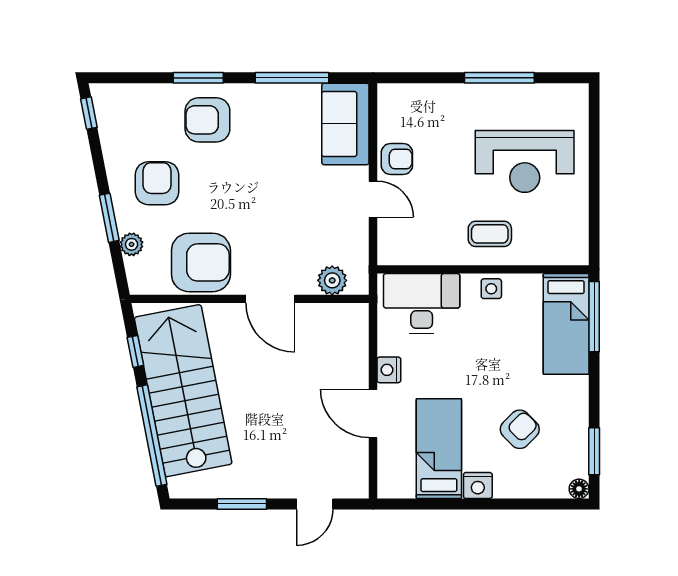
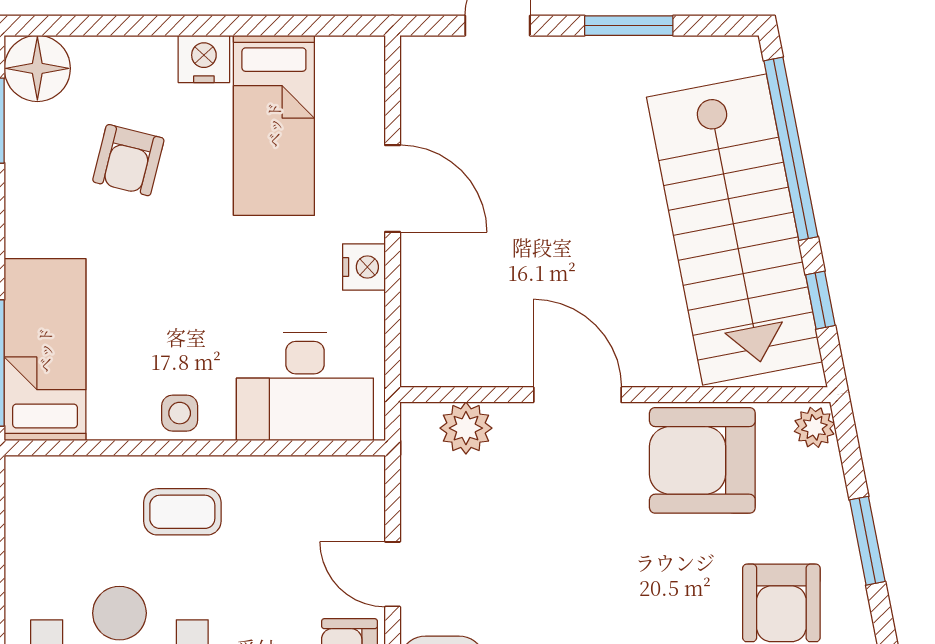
plant: (132, 244) -> (814, 427), moved
armchair: (520, 429) -> (128, 160), turned -31
floor lamp: (579, 489) -> (37, 68), width x1.89, depth x1.89

